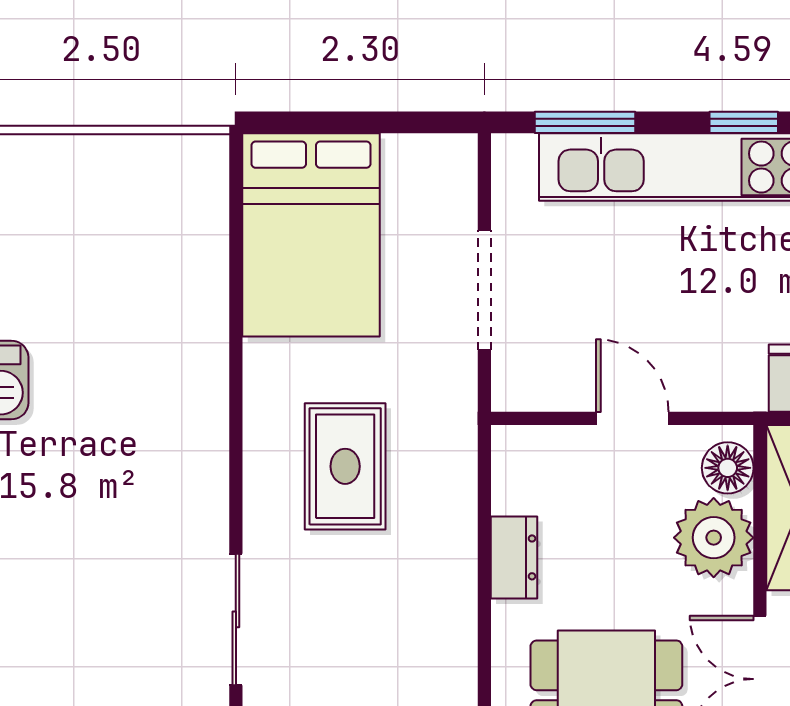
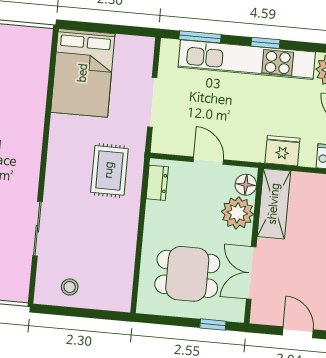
rug: (345, 466) -> (109, 170), moved
dresser: (514, 557) -> (157, 183), moved

